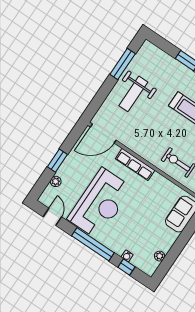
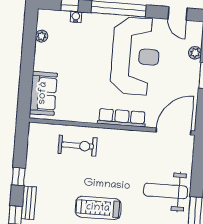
weight bench: (133, 94) -> (166, 191), turned -90
reception desk: (100, 203) -> (135, 56), turned 180

